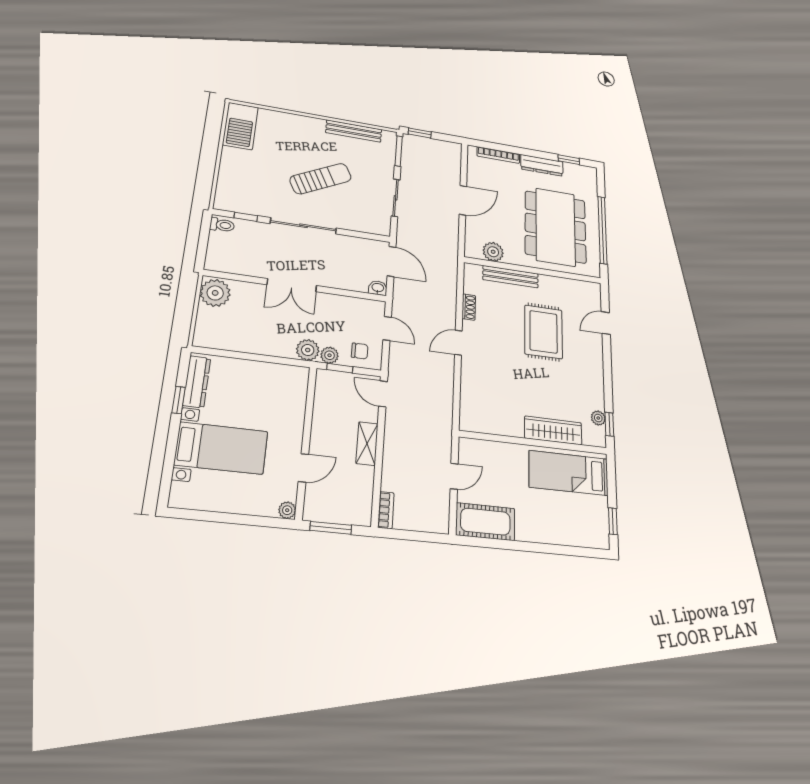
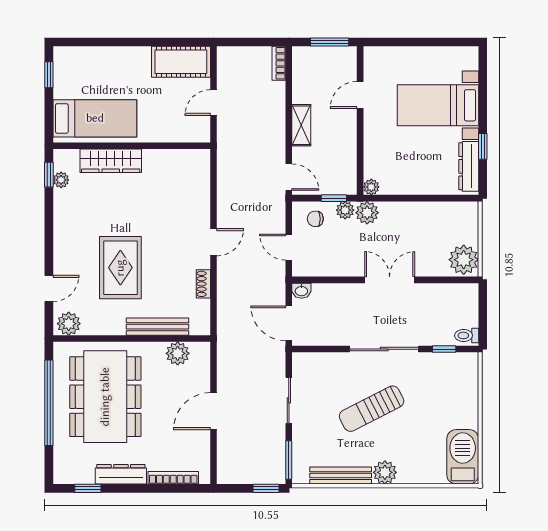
plant: (314, 126) -> (385, 472), added
plant: (588, 291) -> (69, 324), added
plant: (287, 510) -> (371, 187), moved

